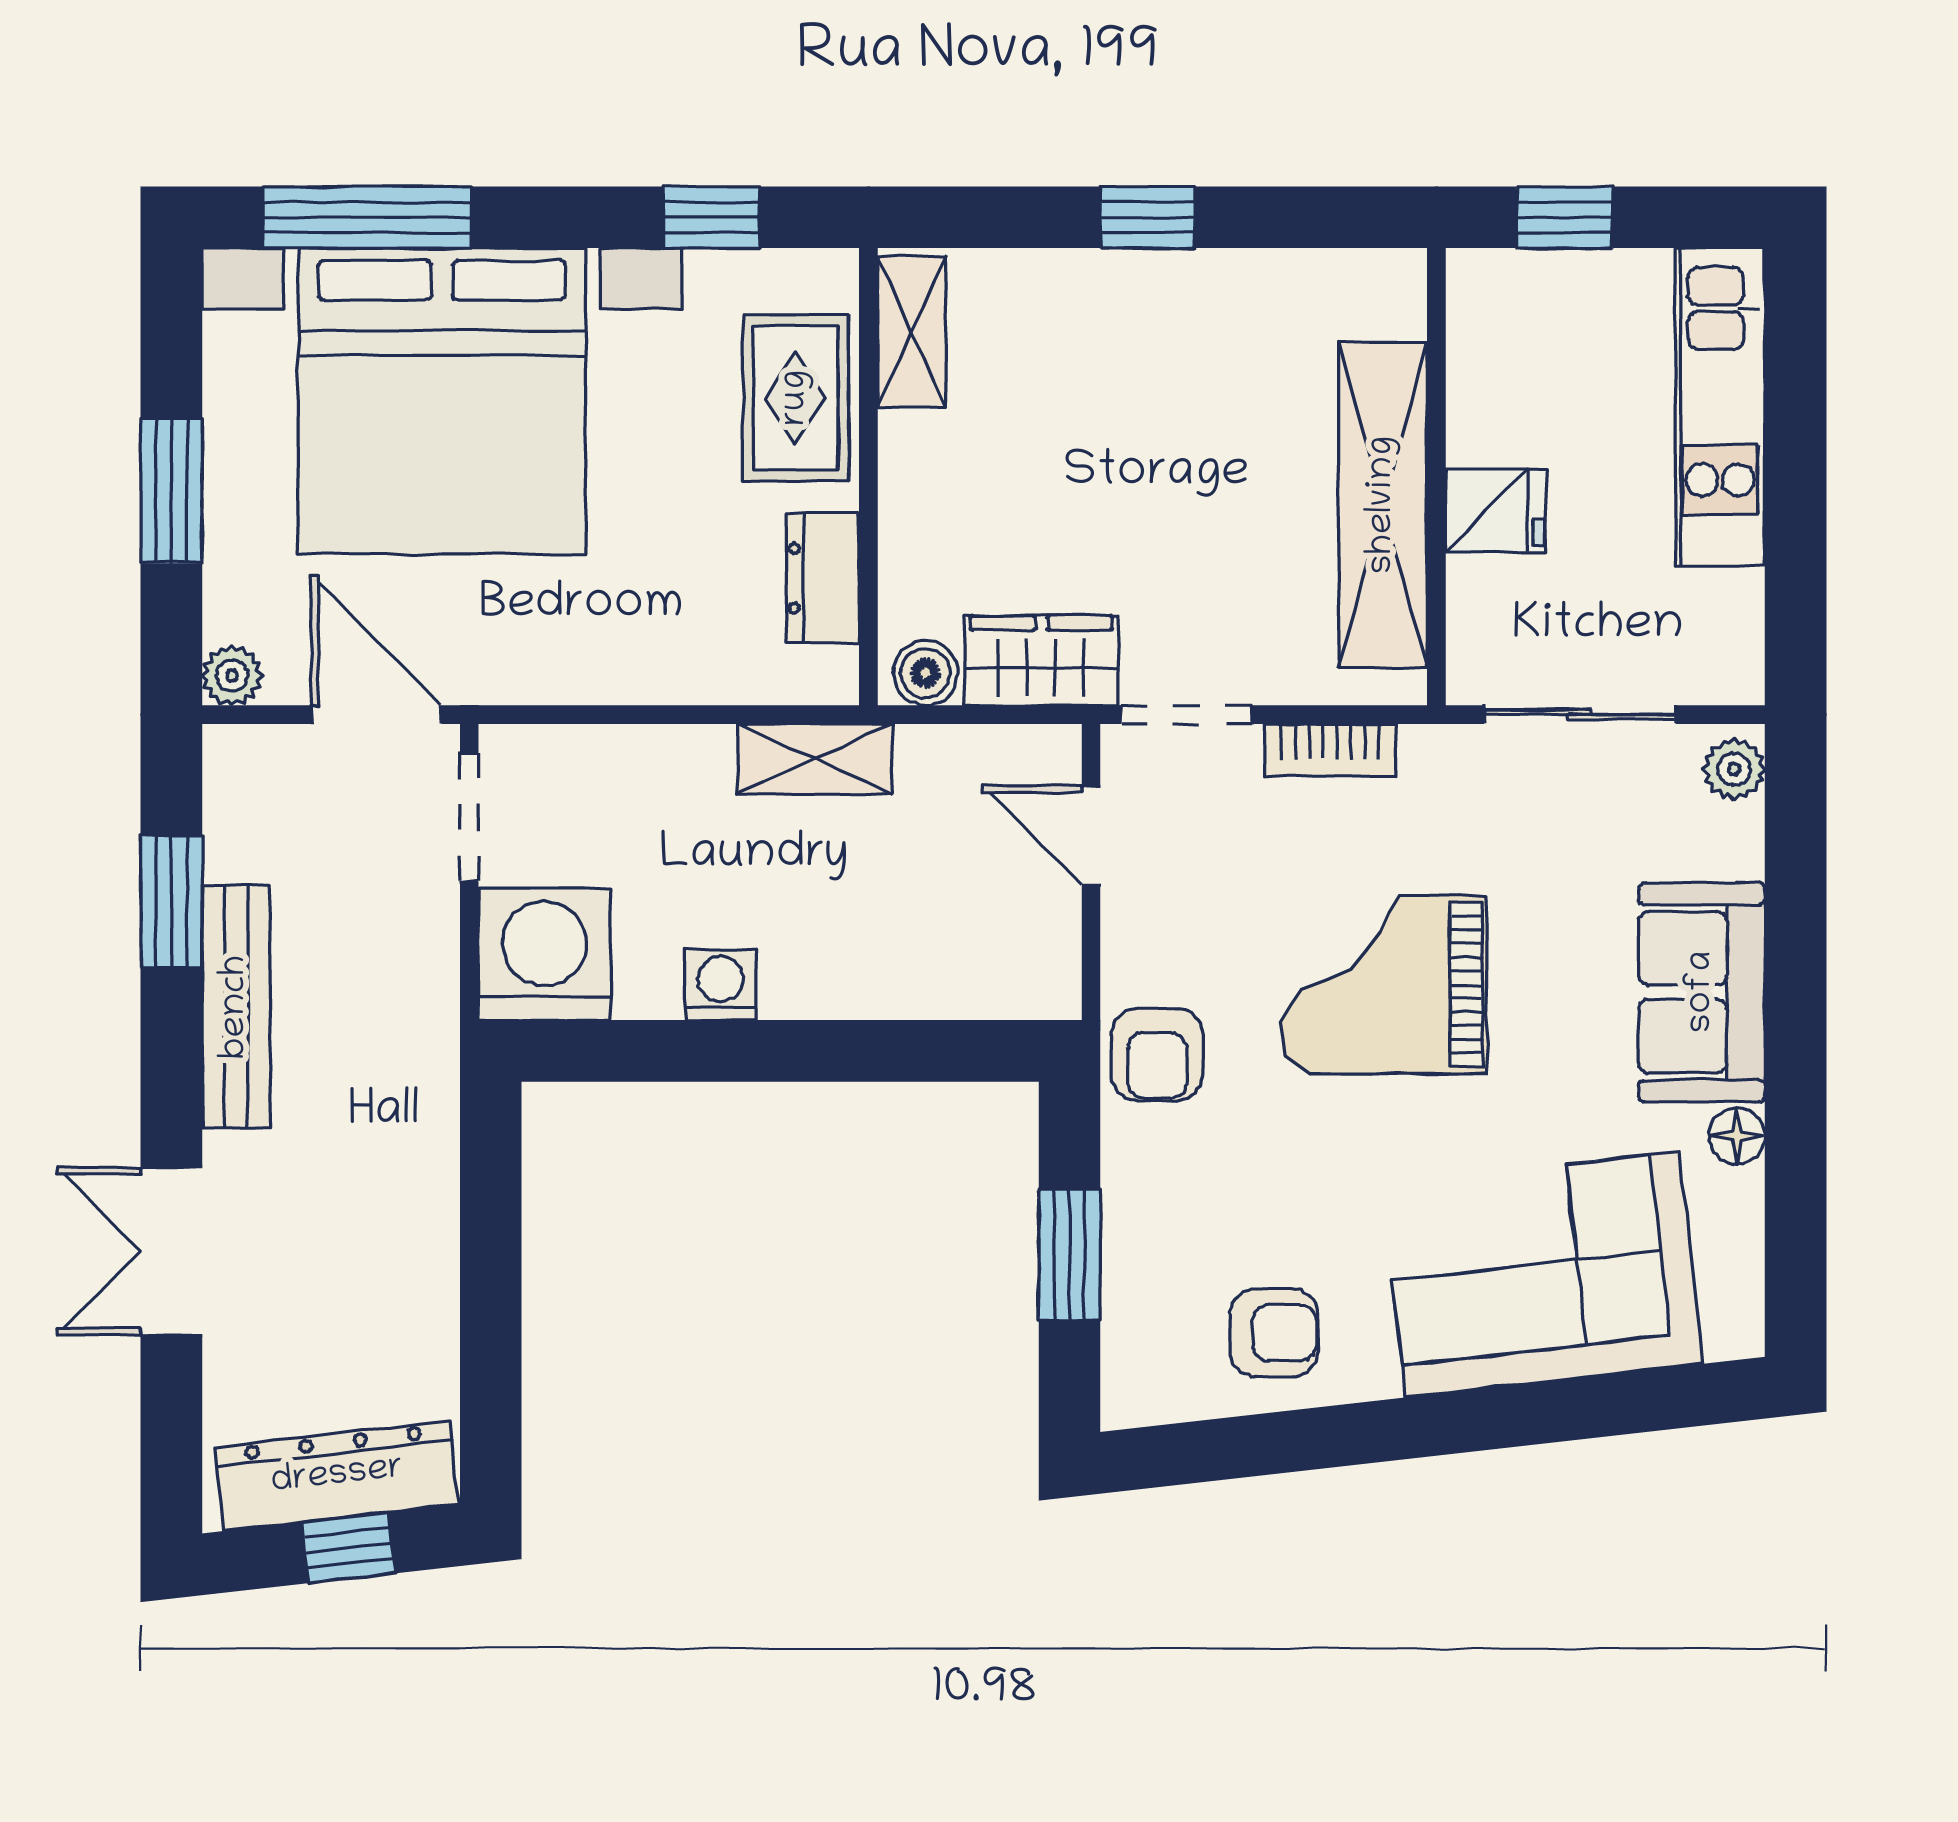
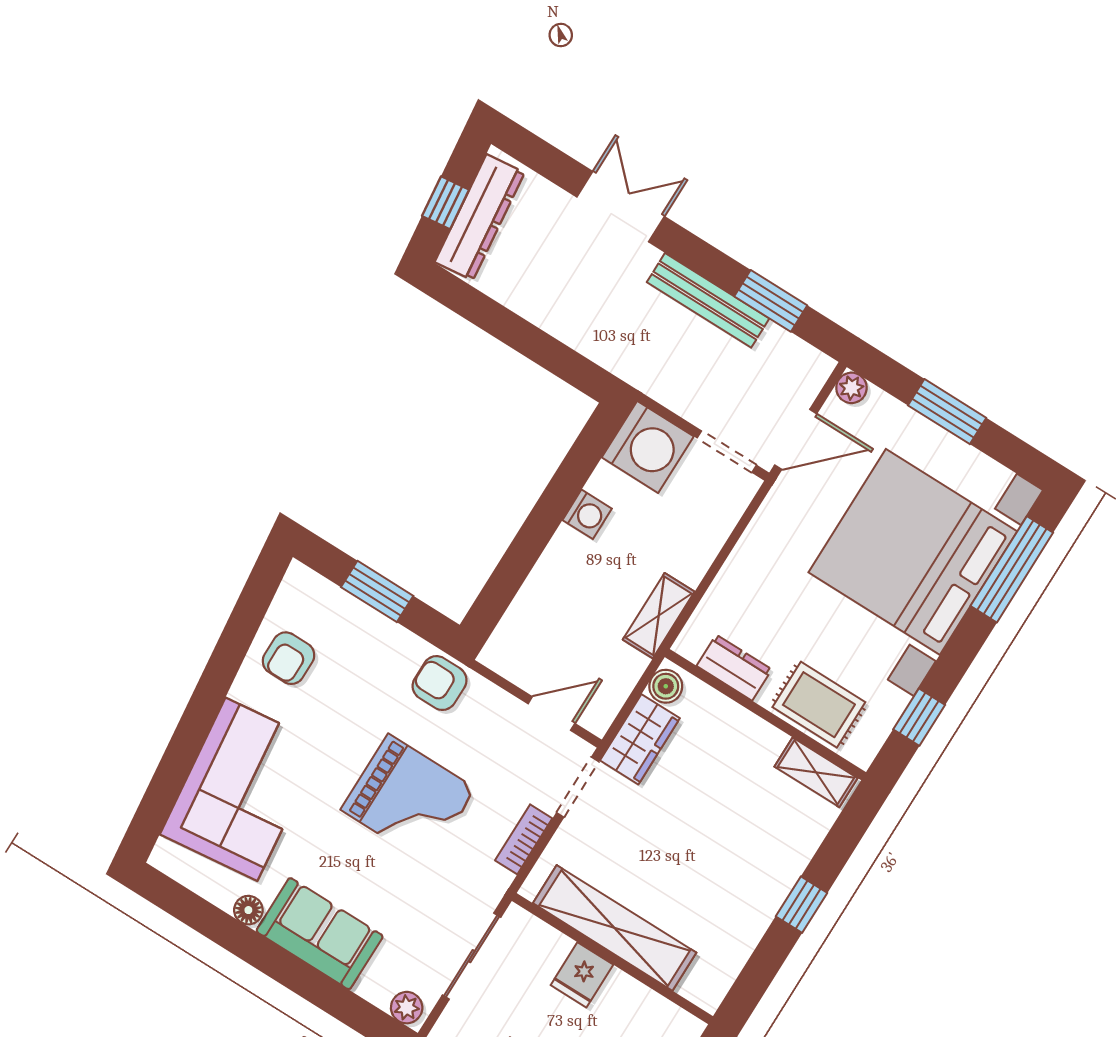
grand piano: (1384, 985) -> (408, 799), turned 90

